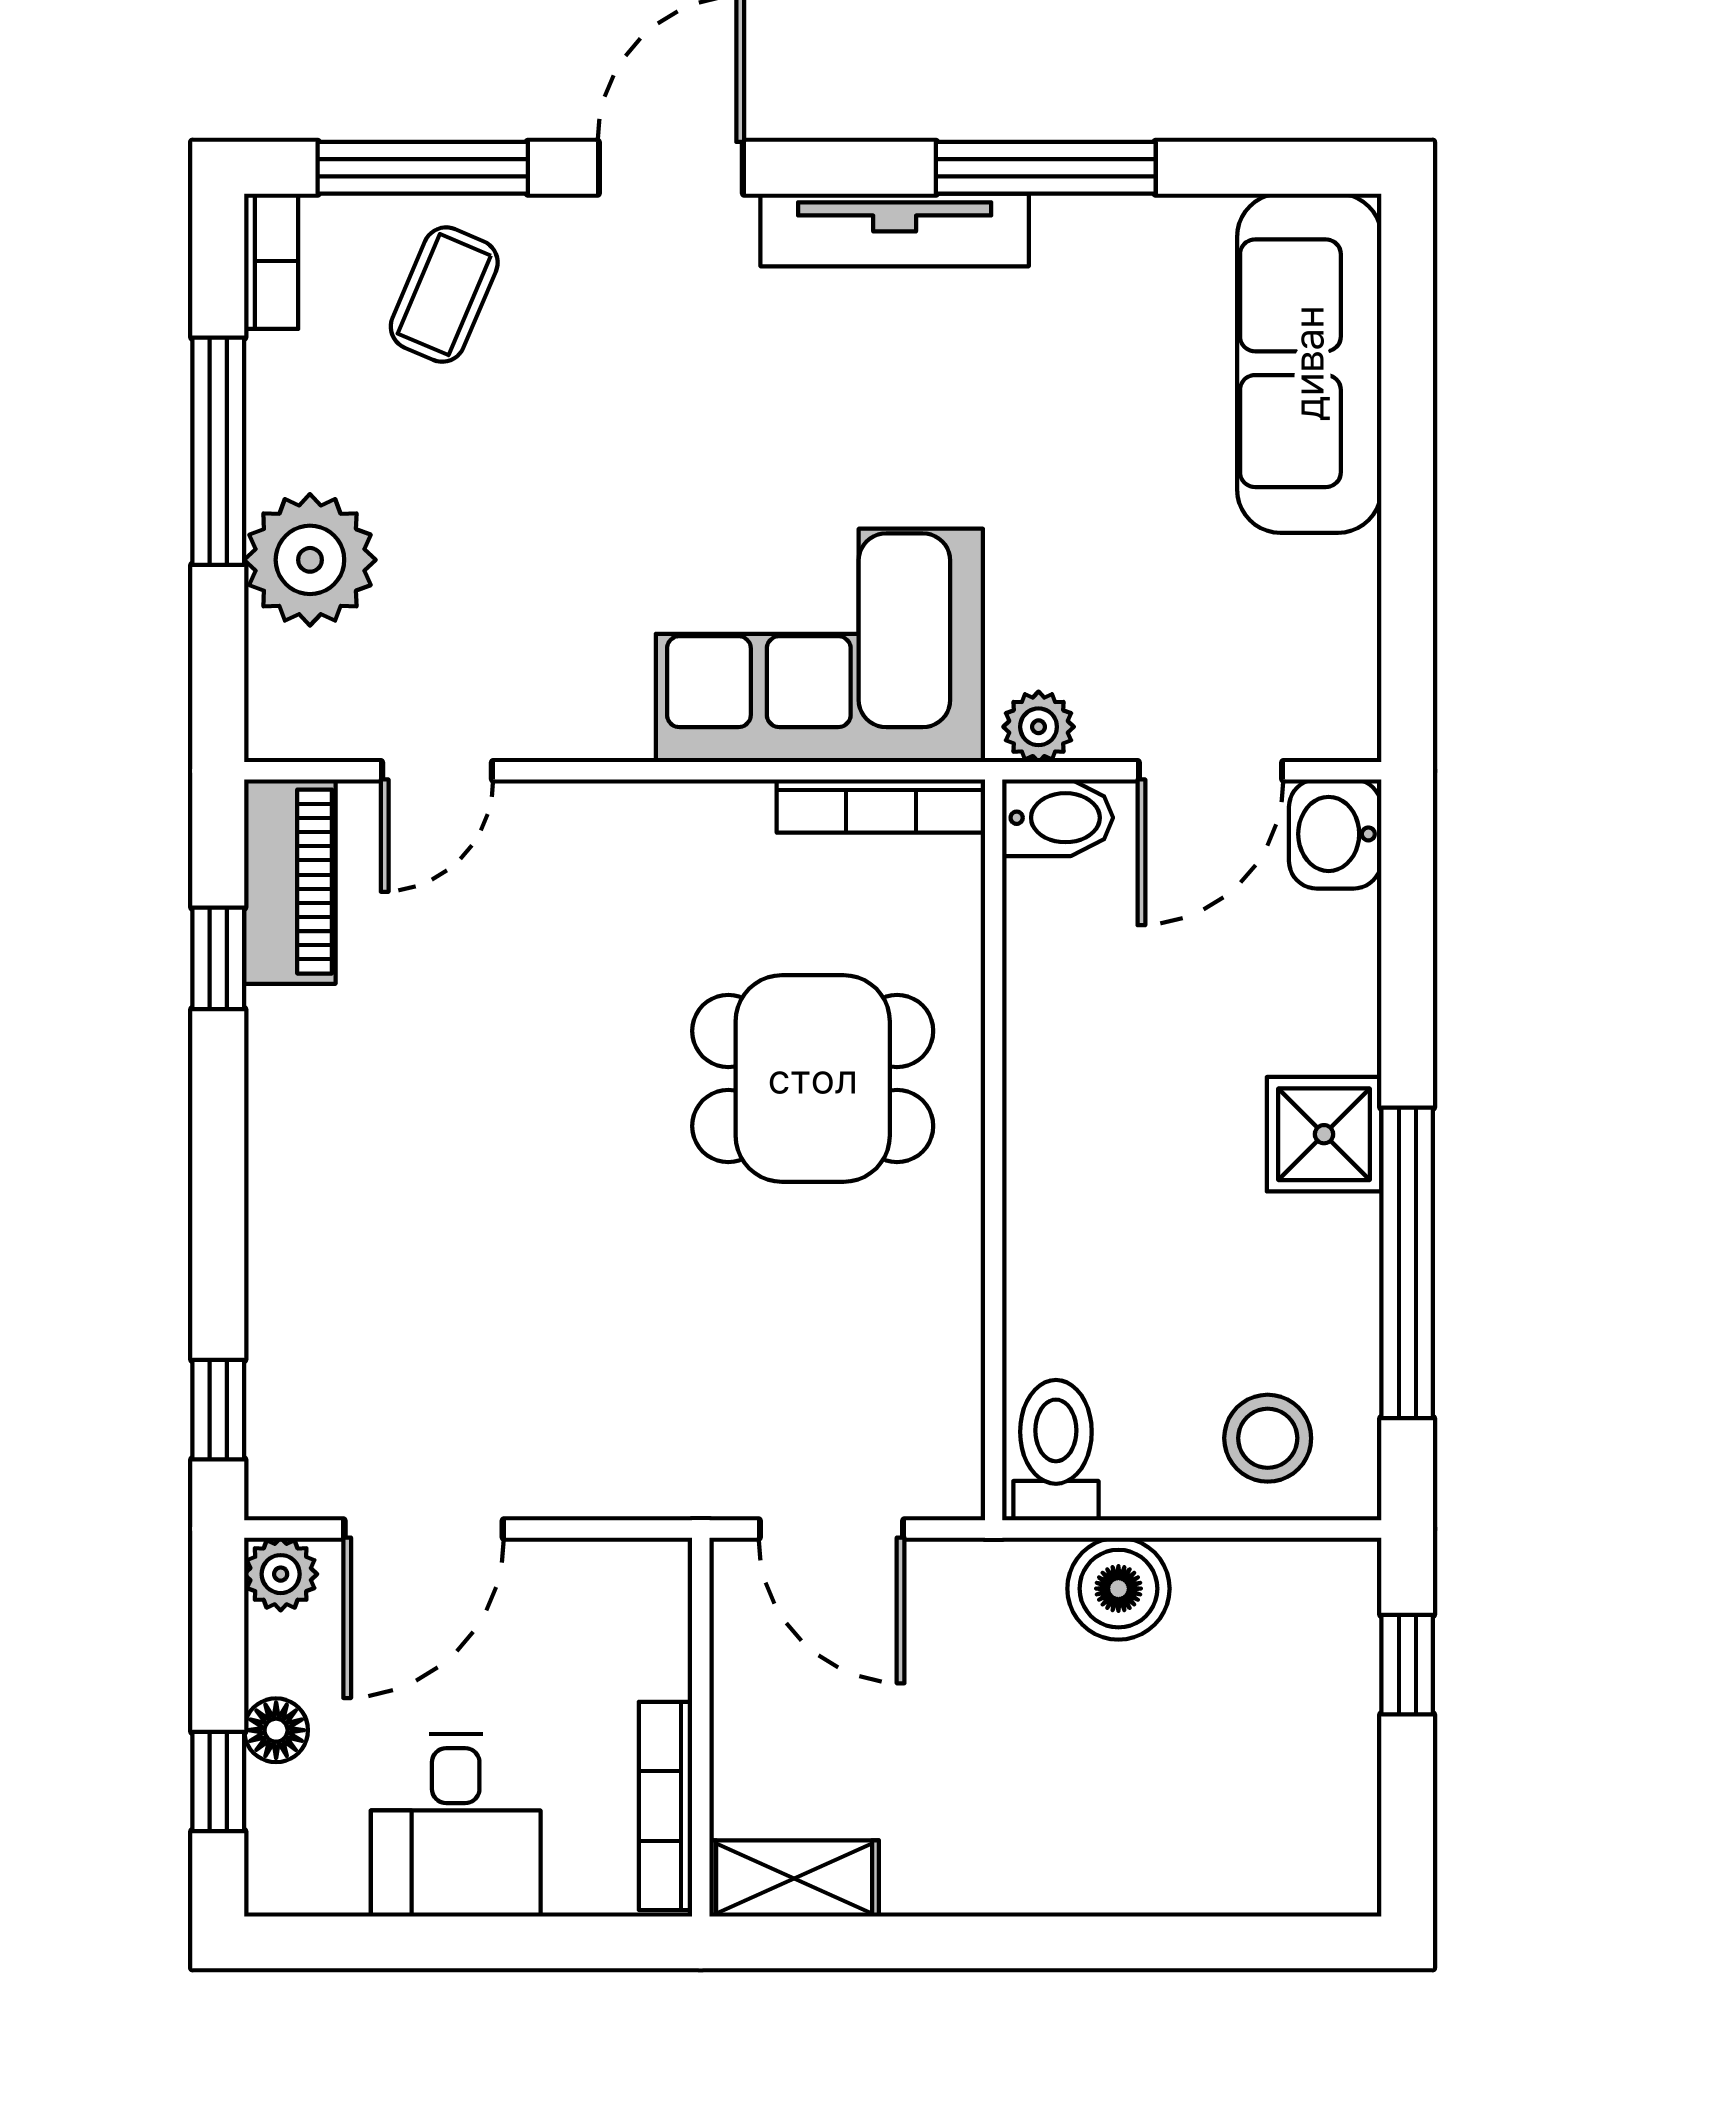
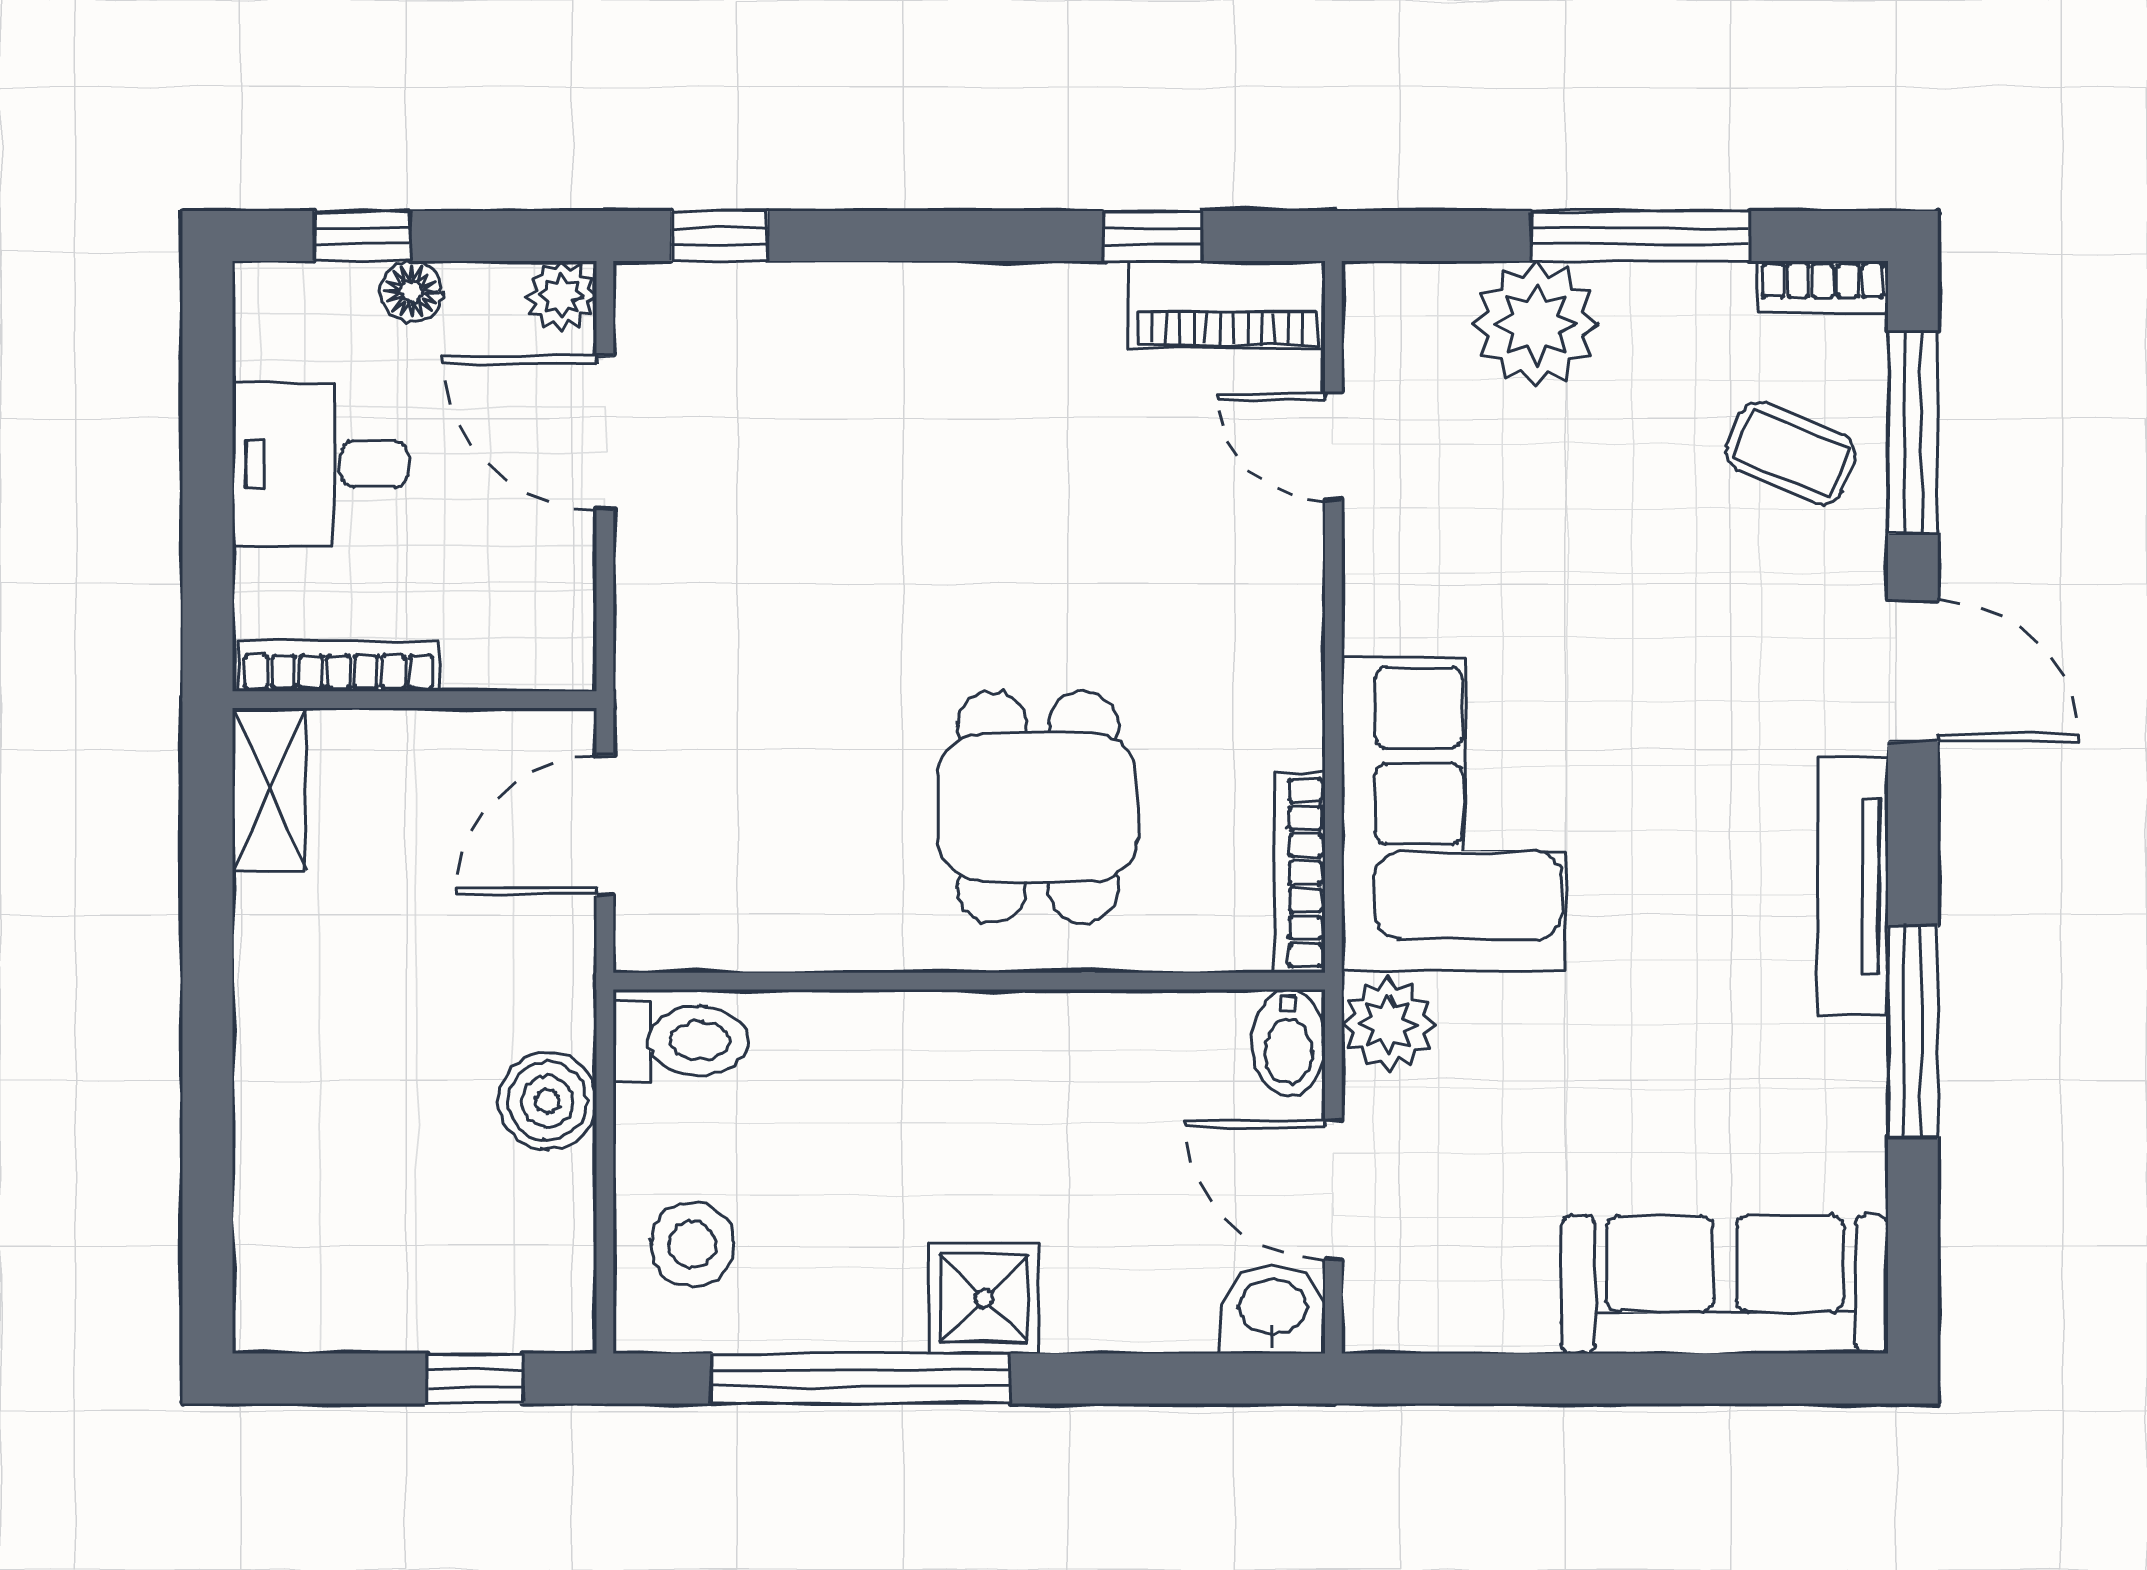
plant: (1039, 727) -> (1388, 1024), width x1.38, depth x1.38

